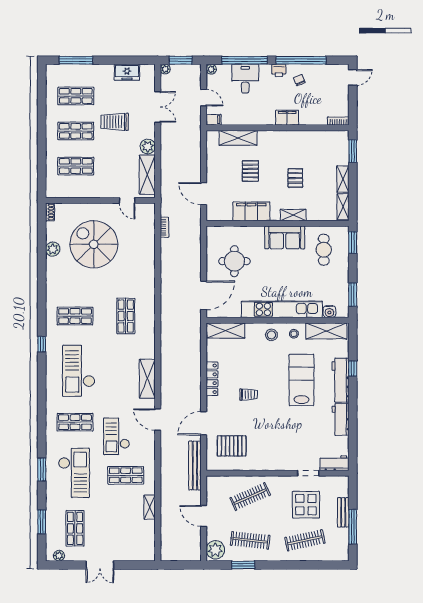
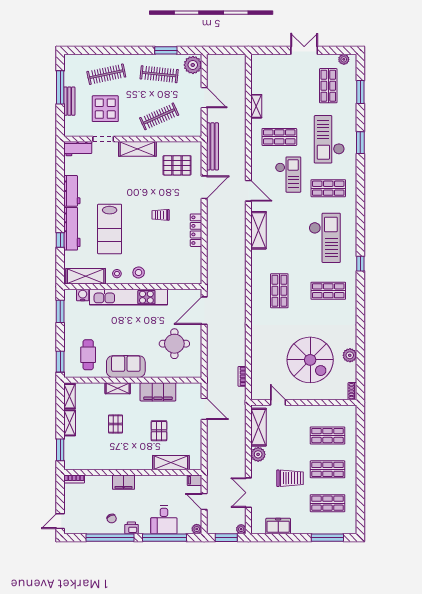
shelving: (225, 331) -> (137, 149), moved

